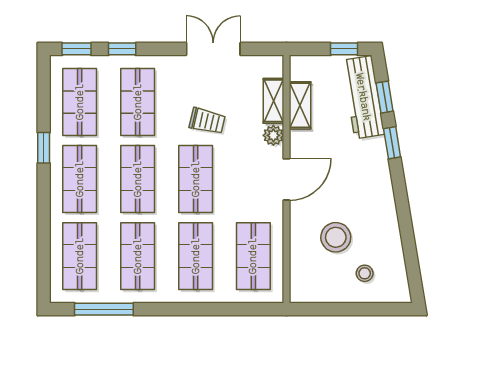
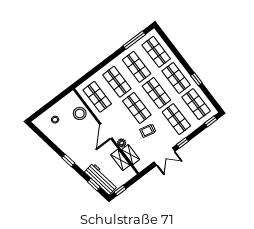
window: (122, 49) -> (182, 143), moved
window: (392, 143) -> (68, 161), moved
stool: (336, 237) -> (80, 113), moved

